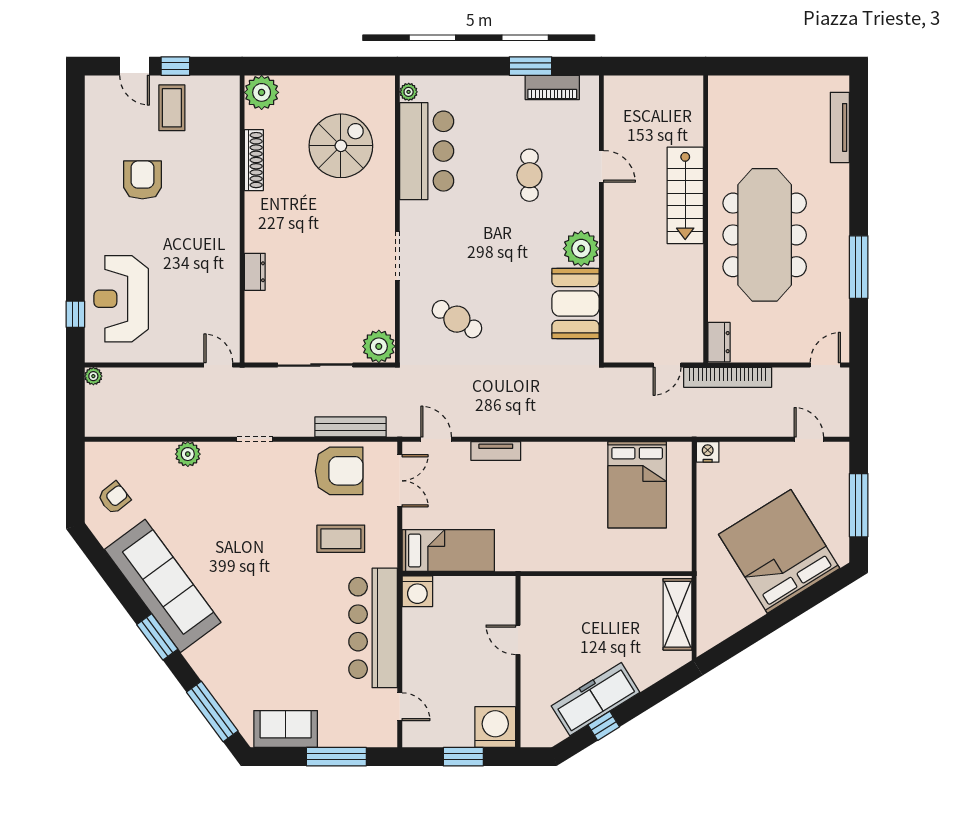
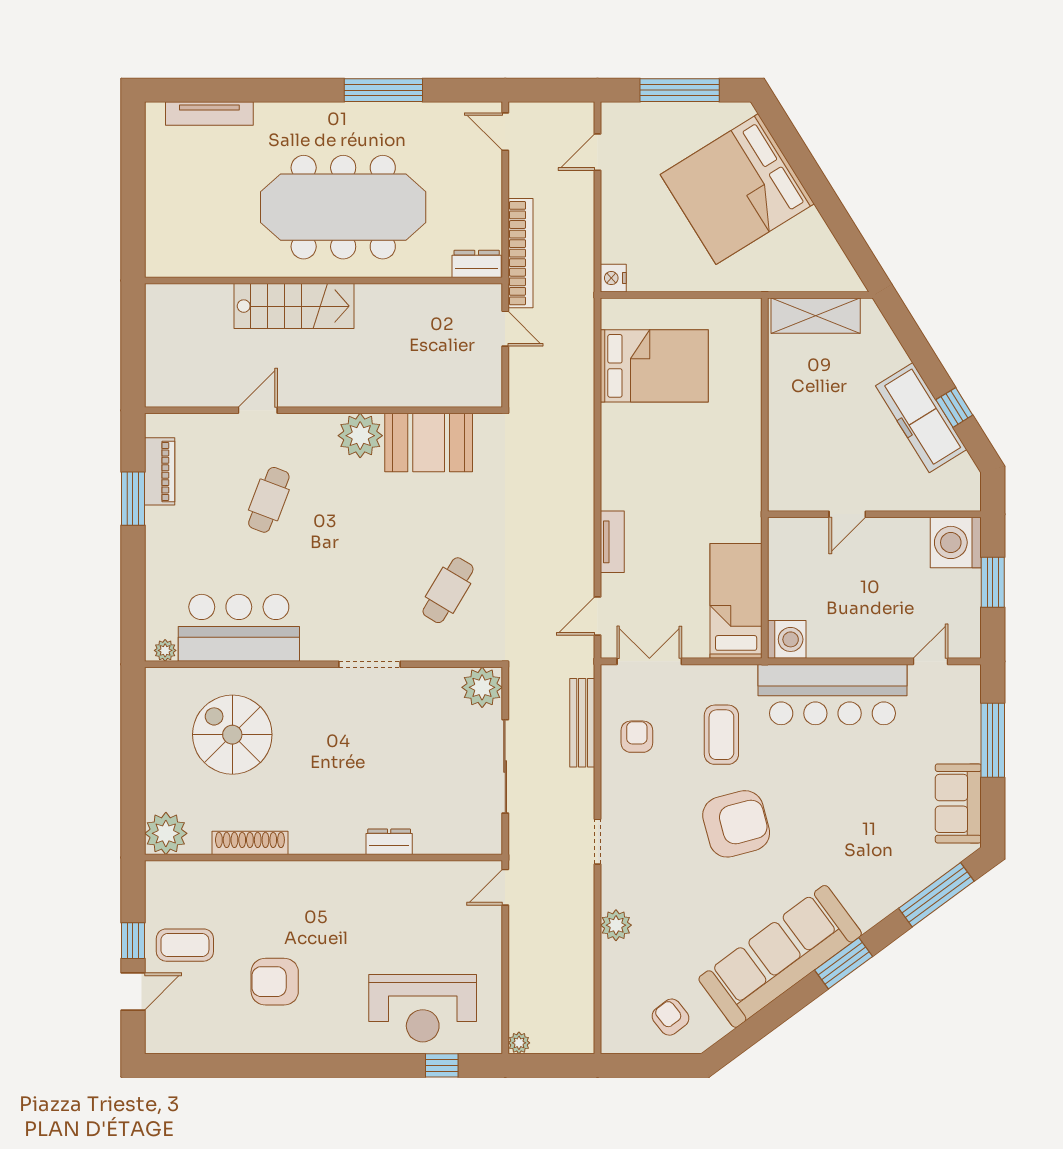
cafe table: (529, 175) -> (269, 500), turned -69
armchair: (339, 471) -> (637, 737), width x0.53, depth x0.53
armchair: (269, 551) -> (736, 824), added

